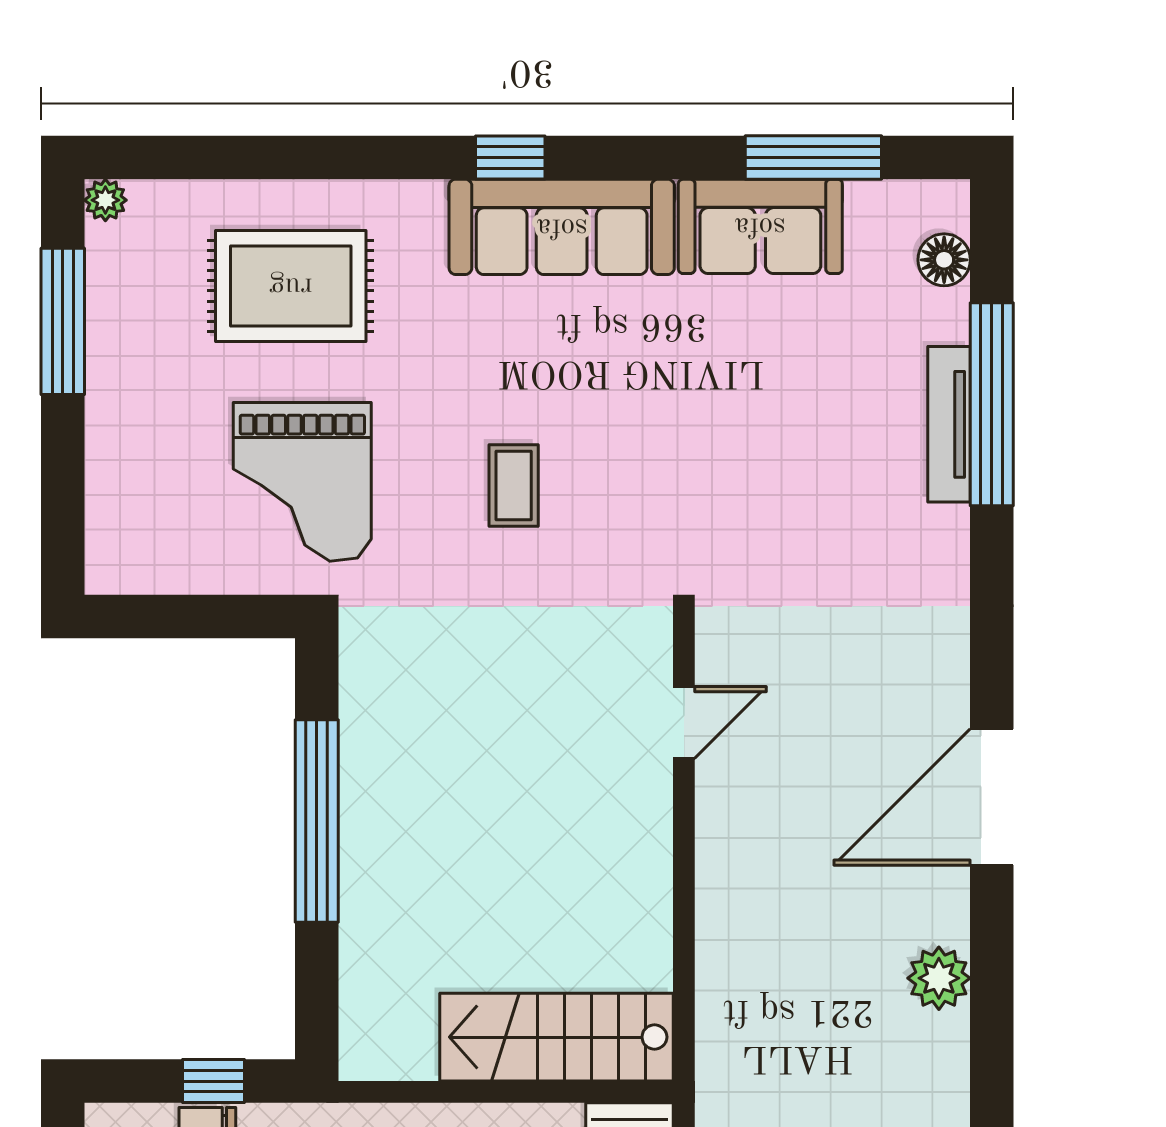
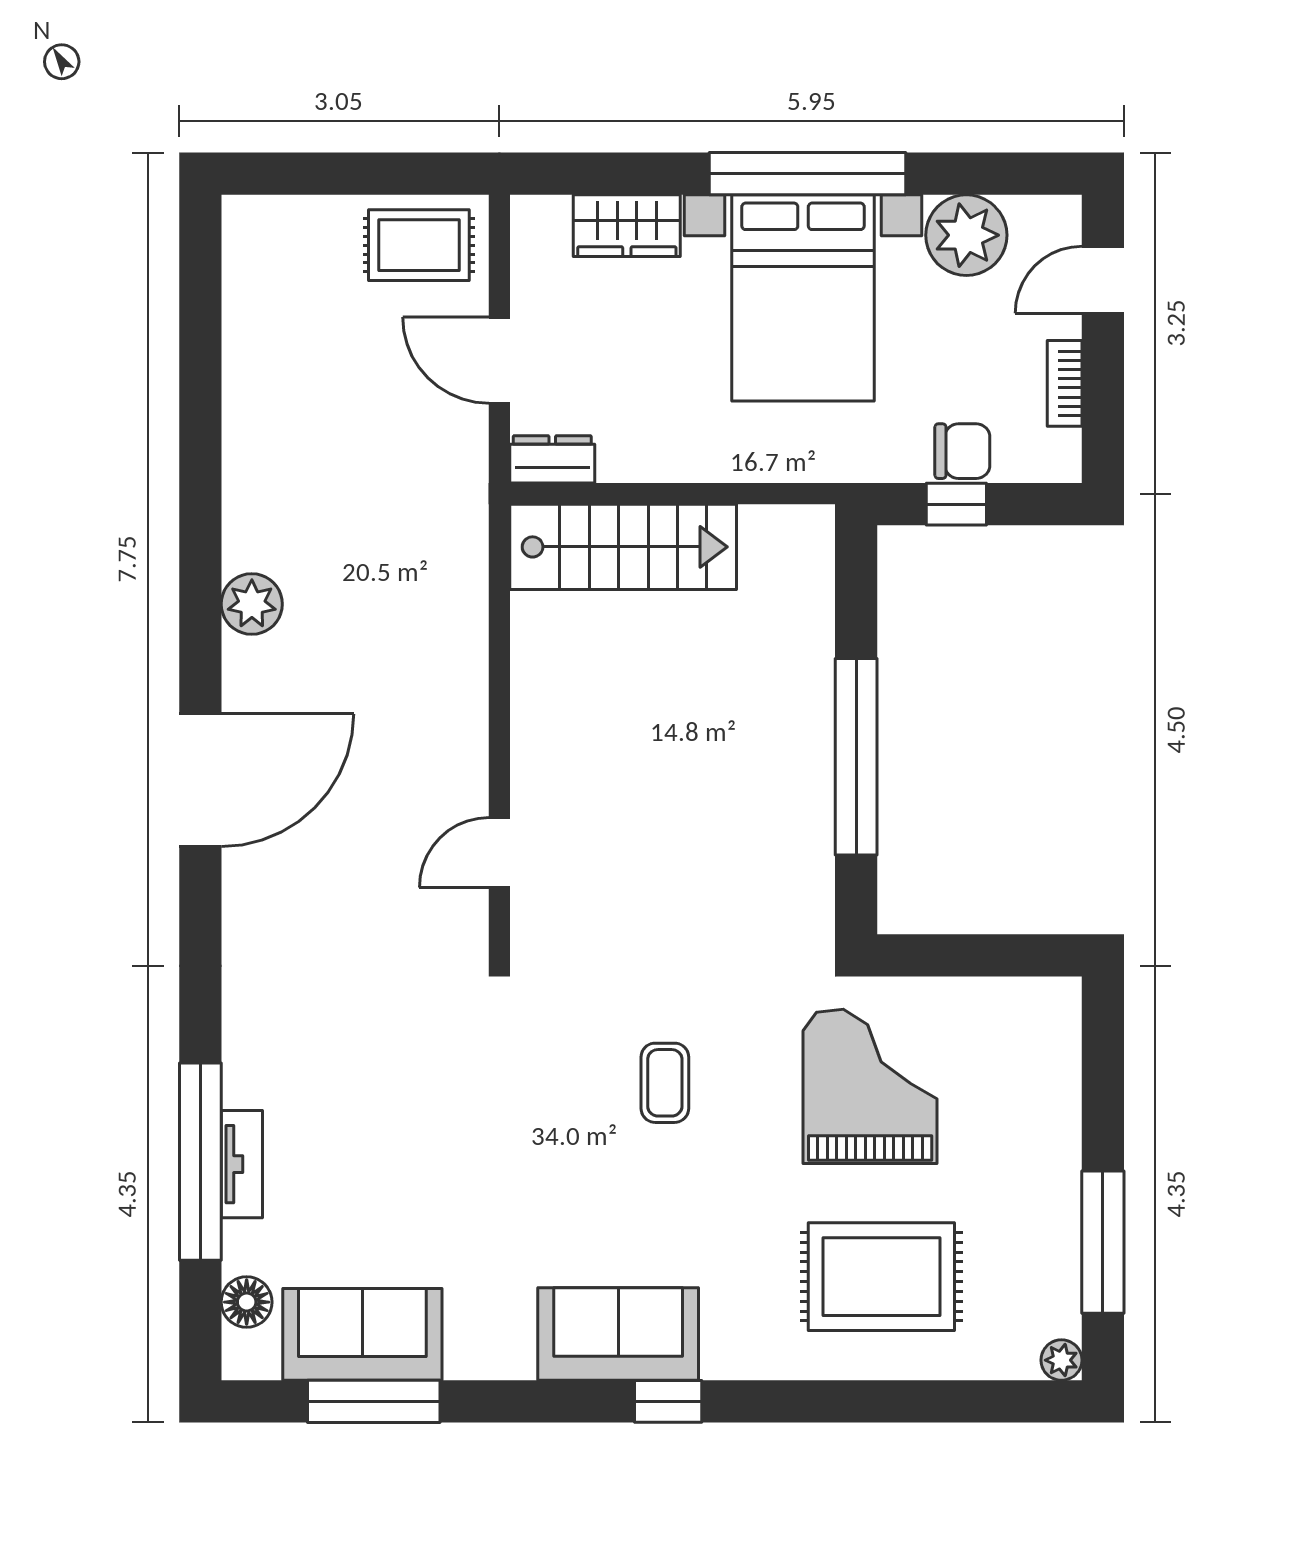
sofa: (760, 226) -> (362, 1334), moved
sofa: (562, 227) -> (618, 1334), width x0.73
tv unit: (949, 424) -> (242, 1164), width x0.71

